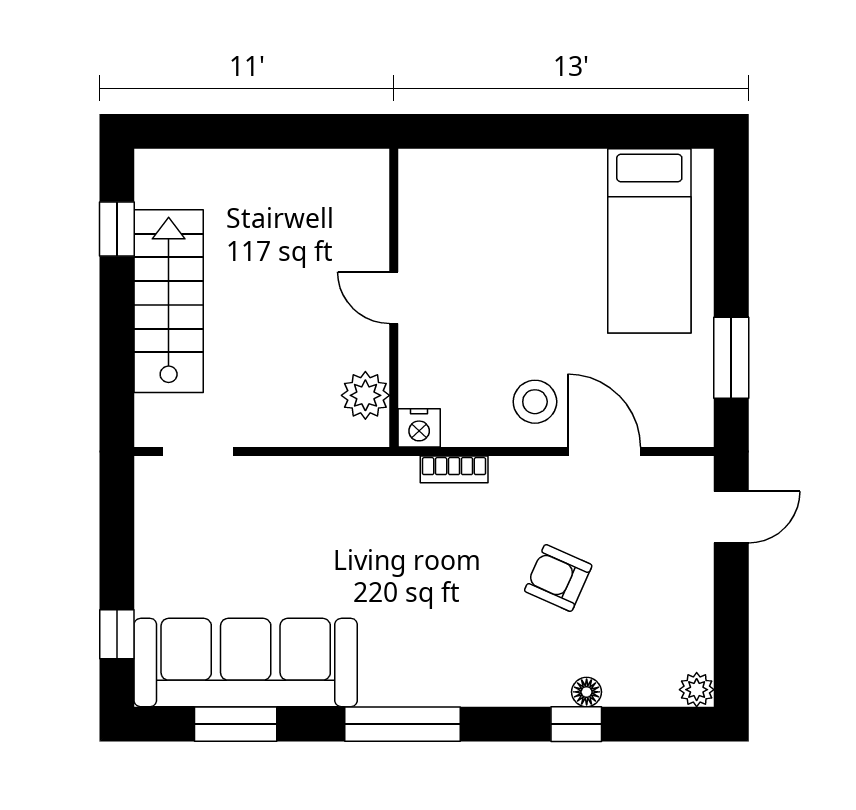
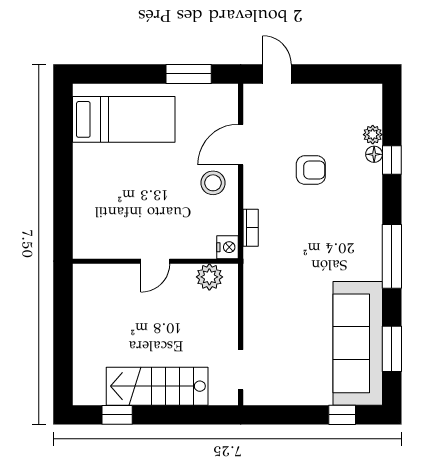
armchair: (558, 578) -> (311, 170), turned -114
plant: (697, 690) -> (373, 135), moved

